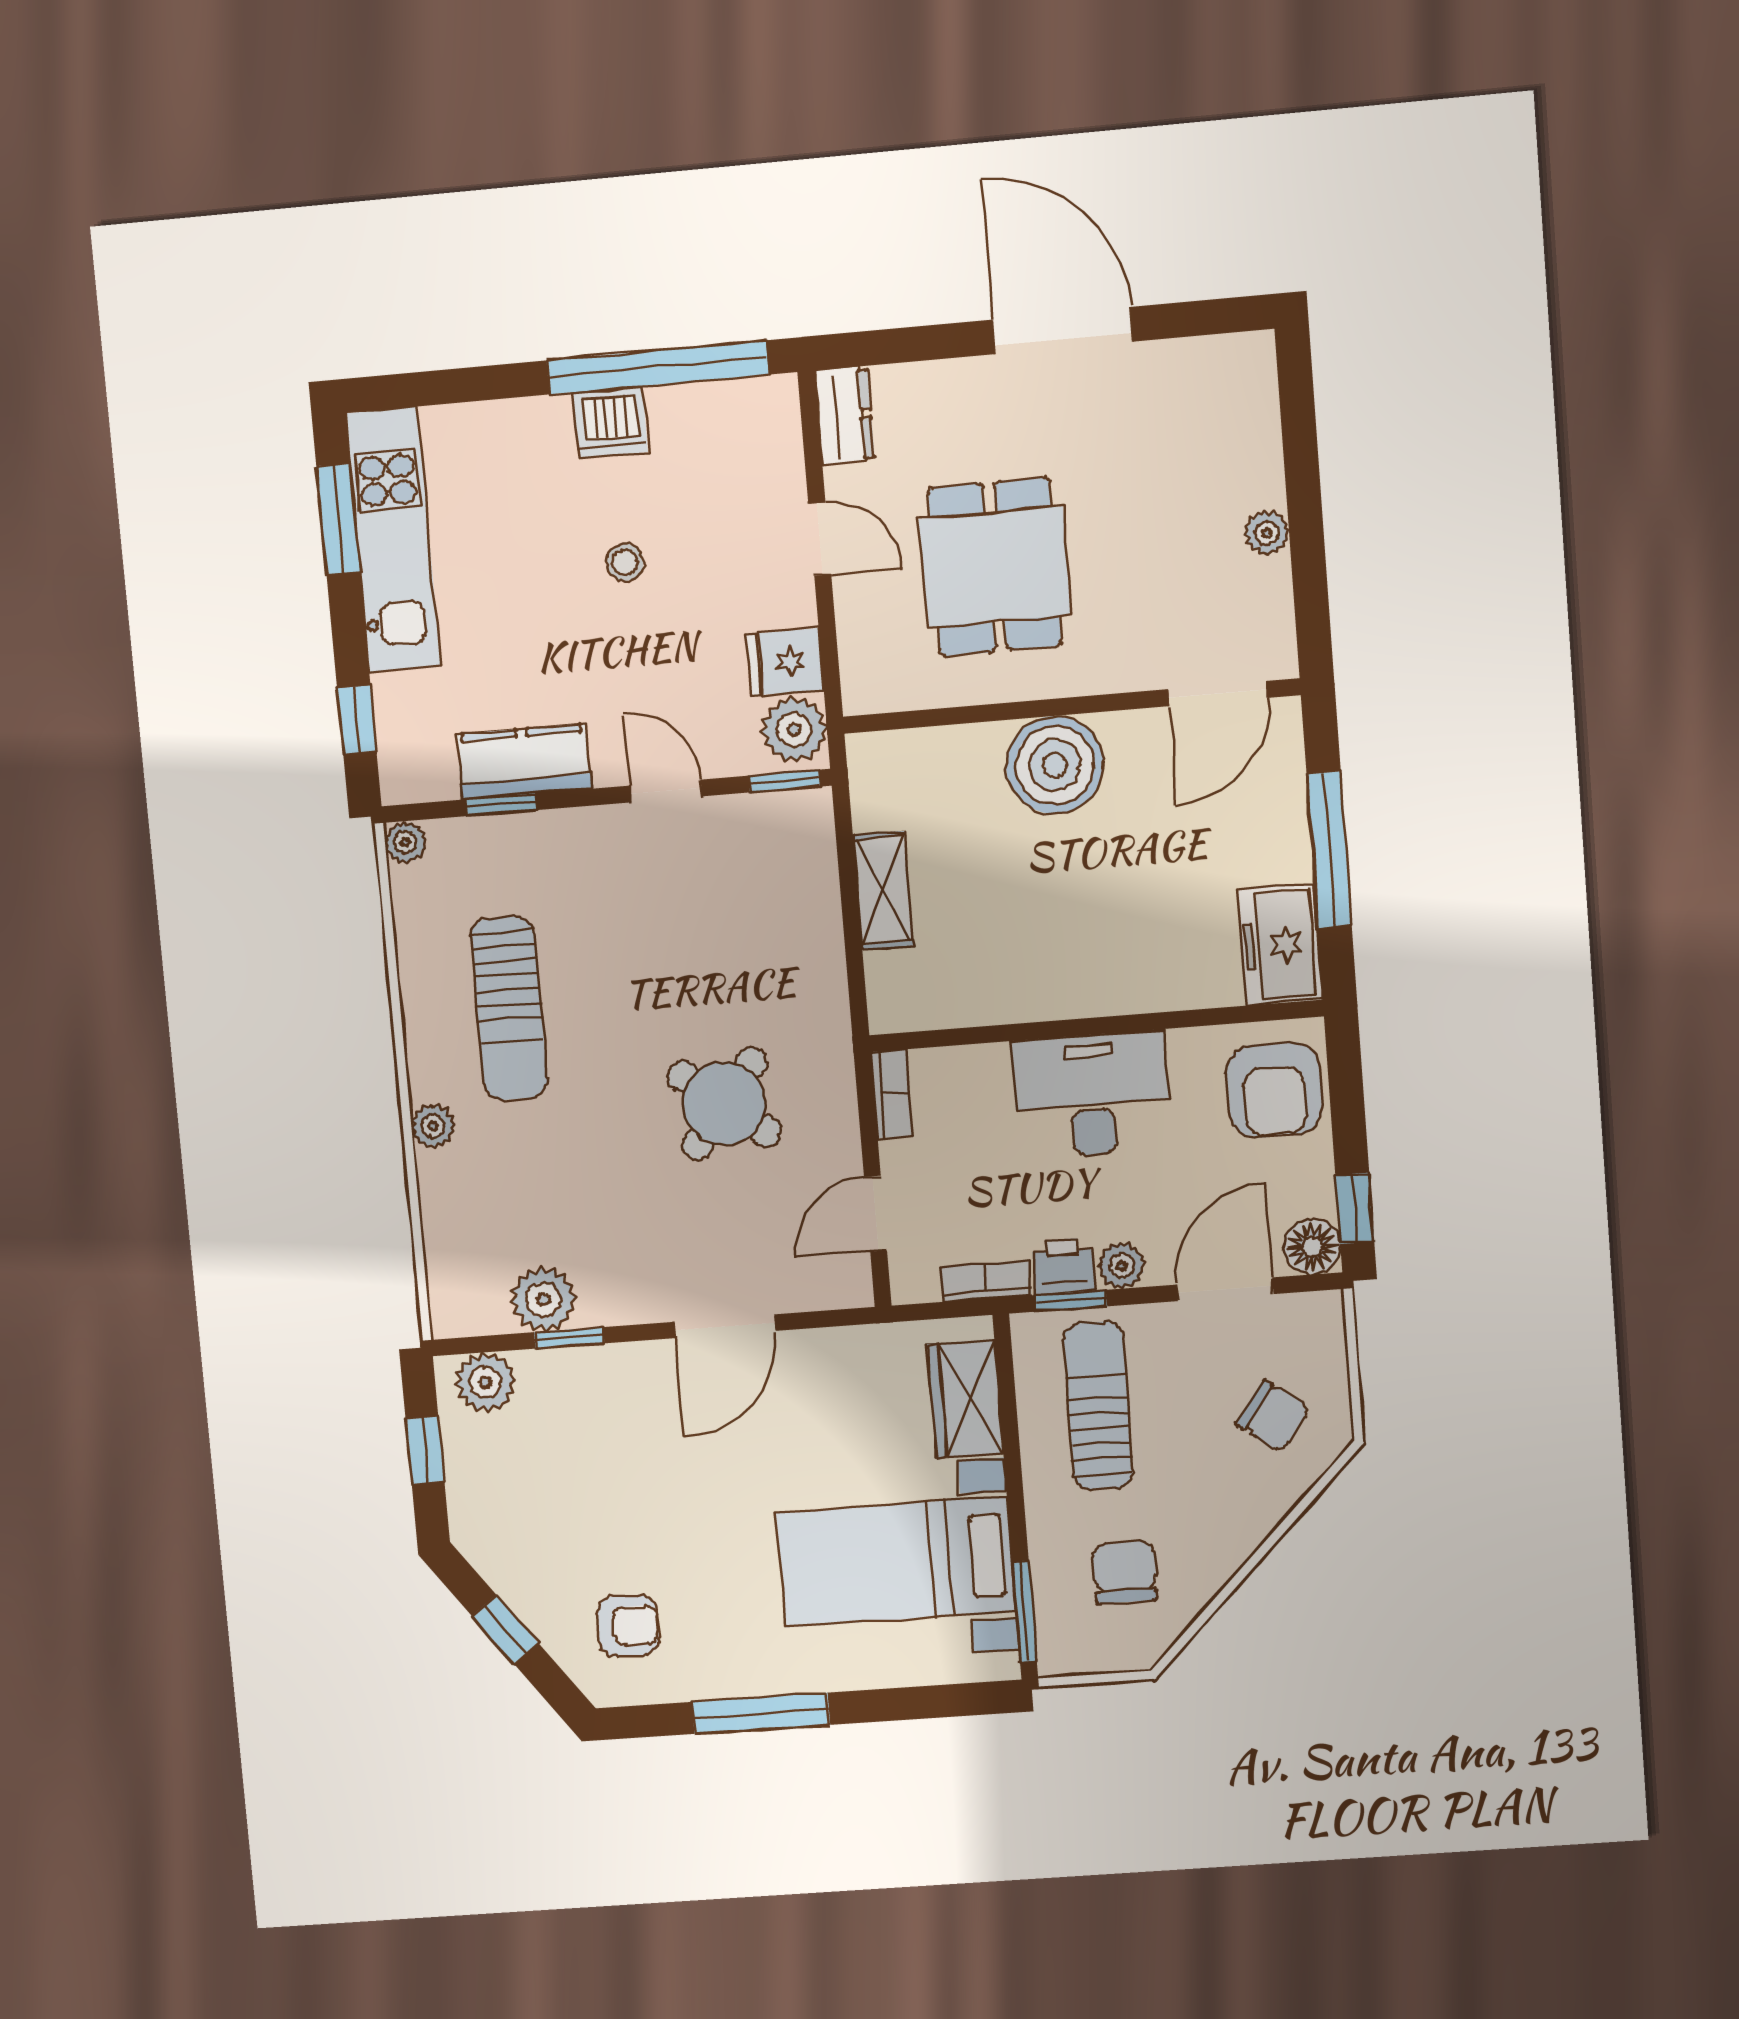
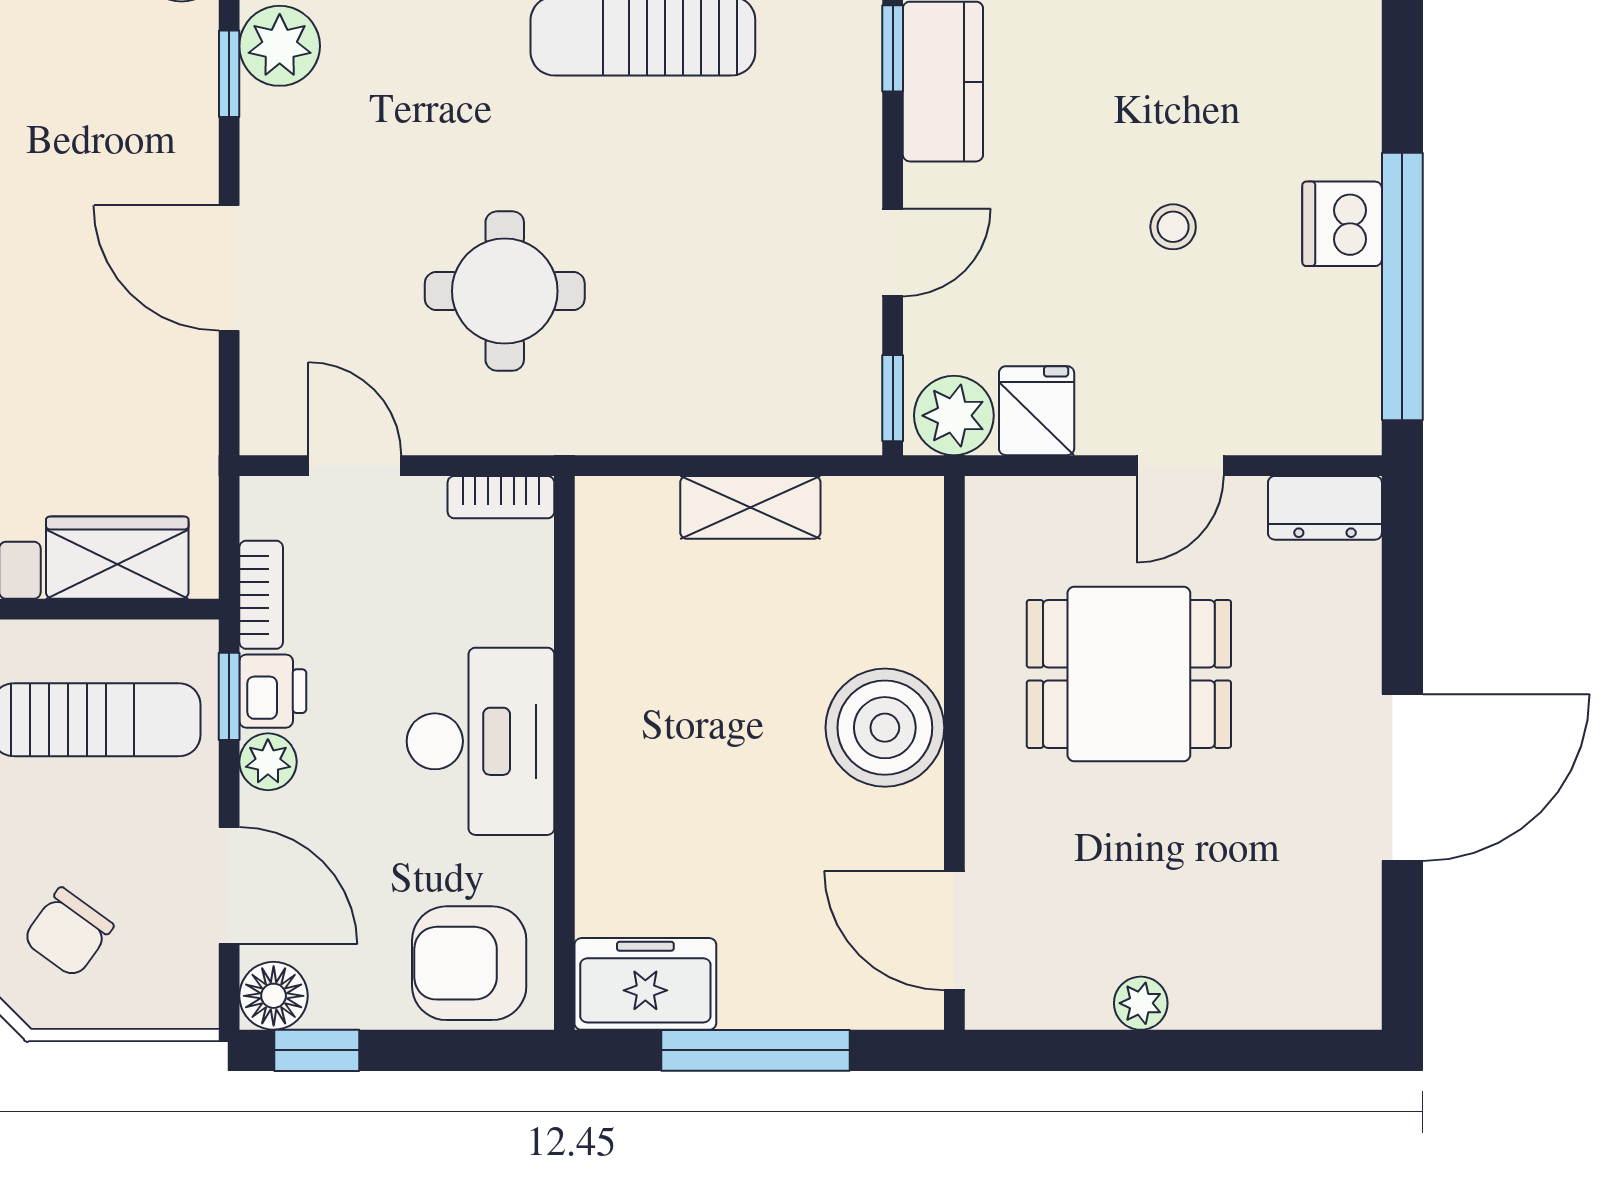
round table: (724, 1104) -> (505, 291), turned -38

